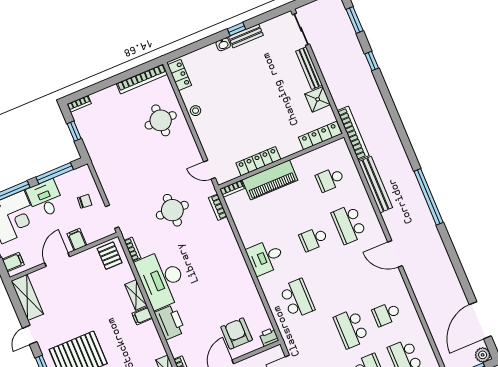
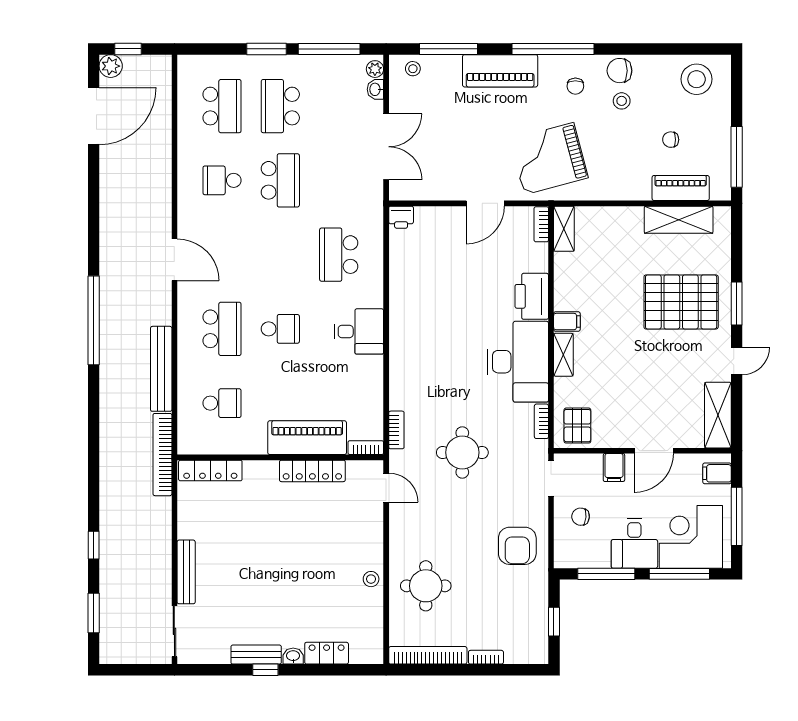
locker: (180, 75) -> (327, 653), moved, turned 90
shower: (318, 99) -> (192, 523), removed
bookcase: (79, 104) -> (486, 657), moved
school desk: (386, 314) -> (222, 180), turned 180
armchair: (237, 333) -> (517, 546), moved

